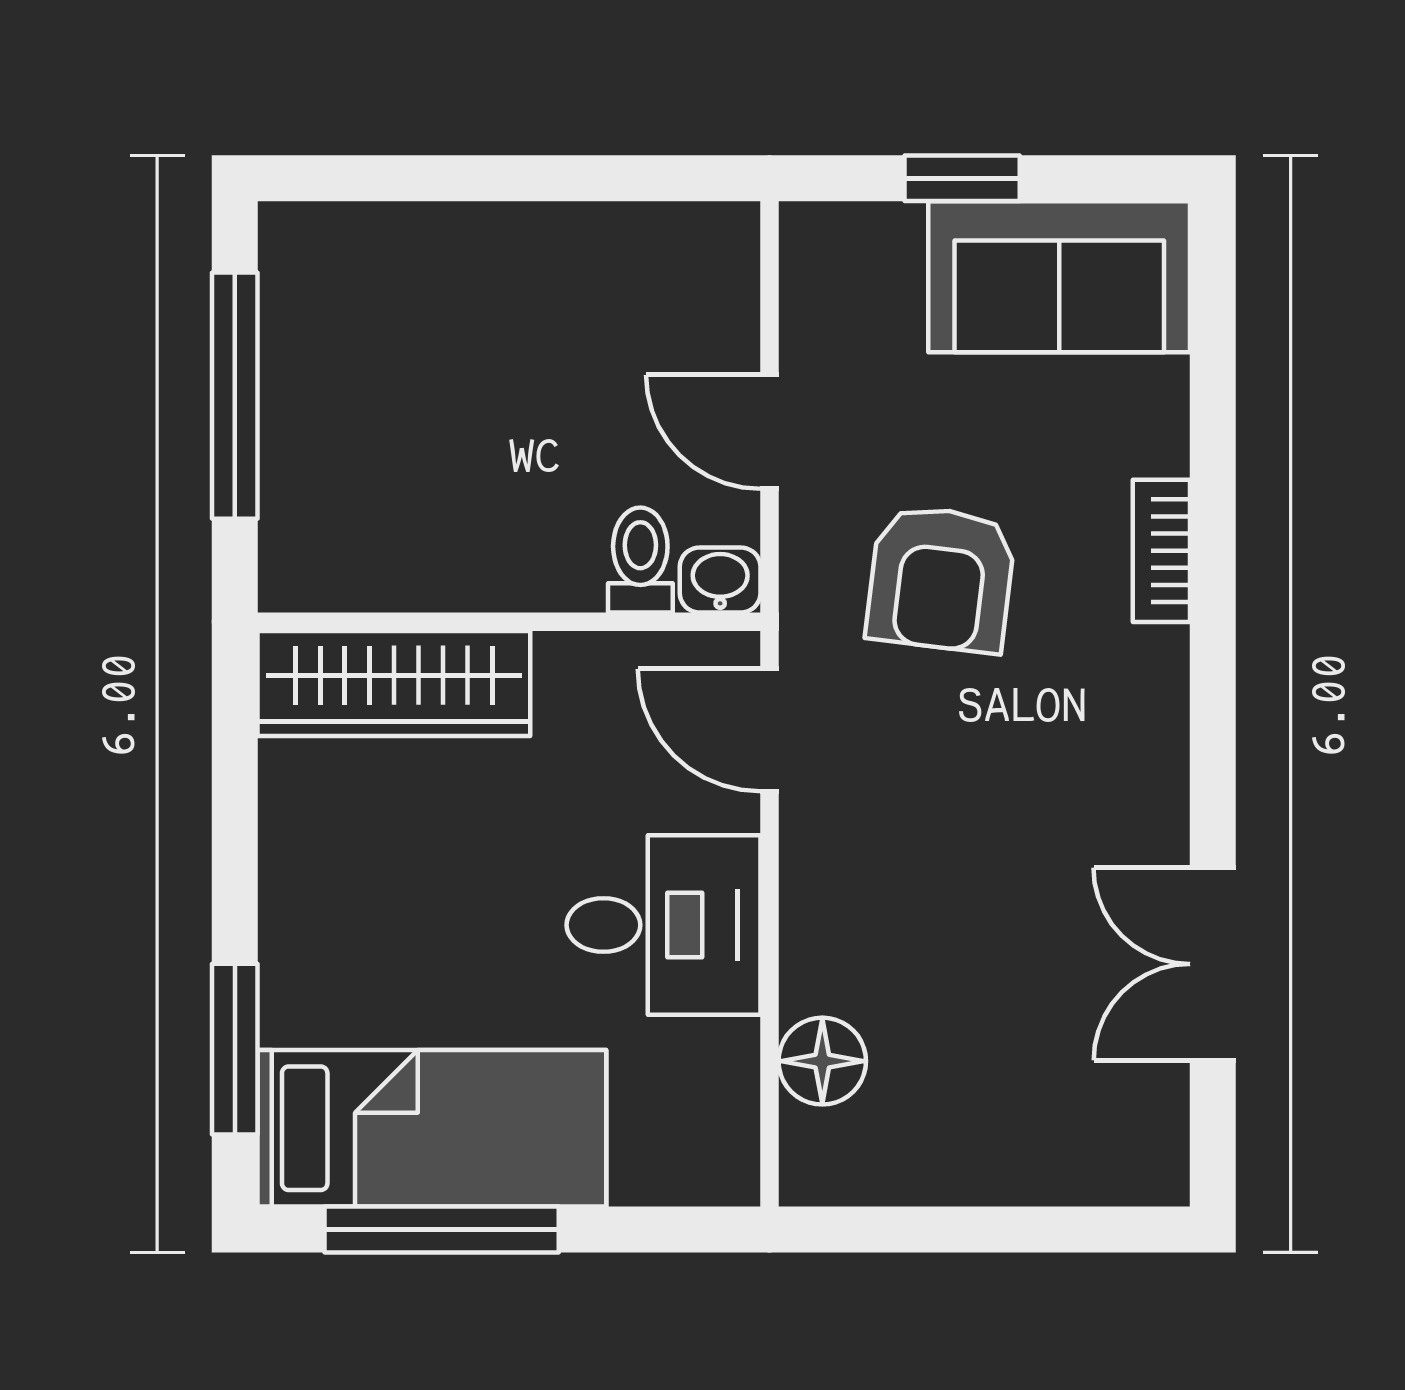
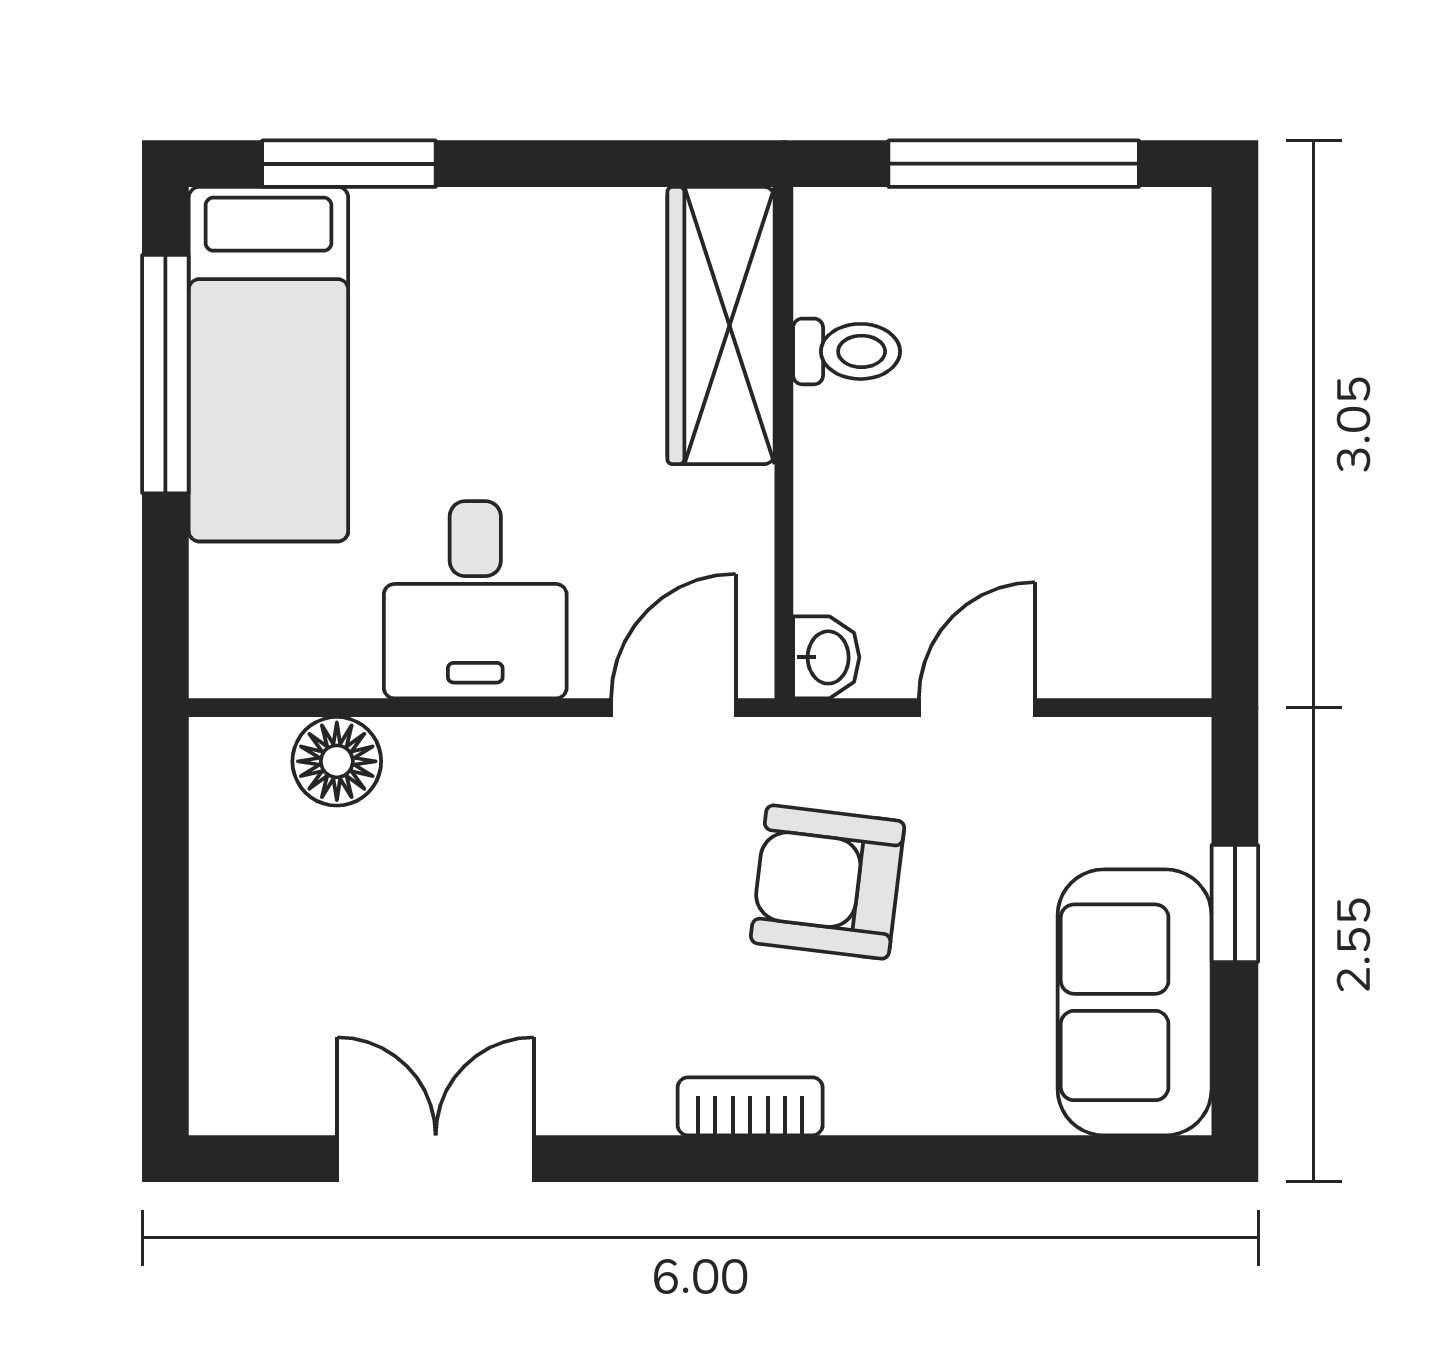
bookcase: (1161, 551) -> (750, 1106), moved
toilet: (640, 560) -> (847, 351), moved

